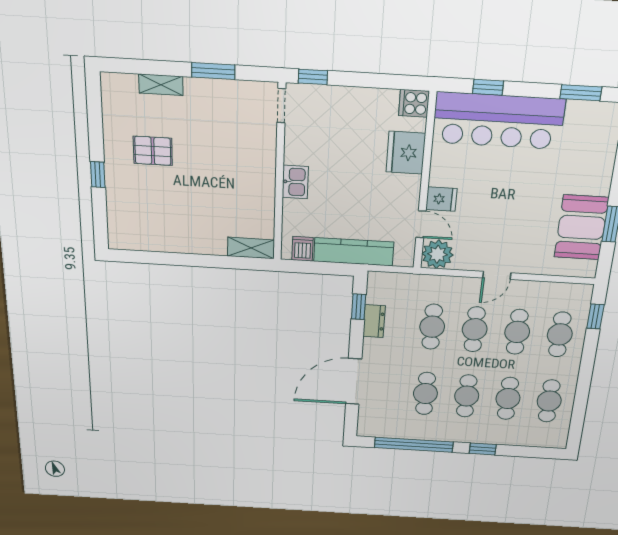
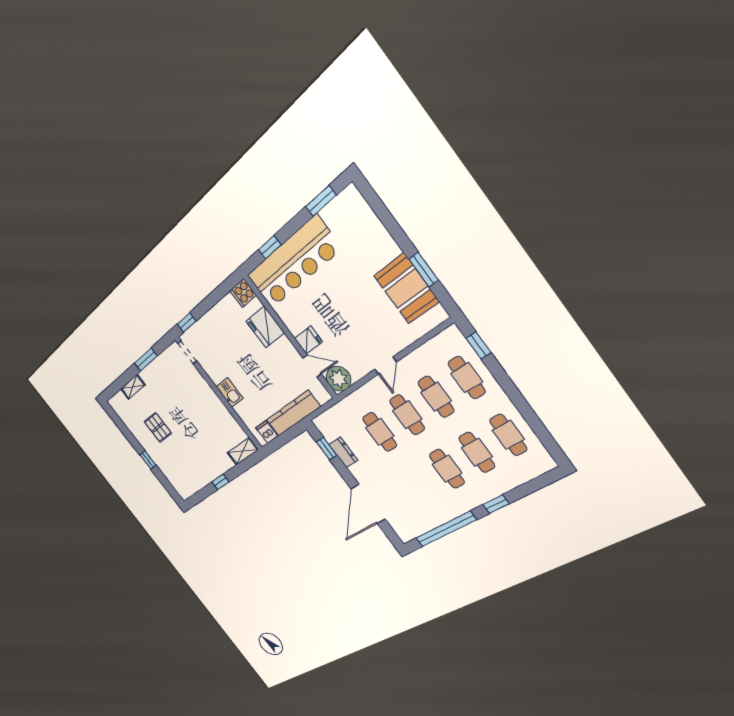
pallet: (153, 151) -> (158, 427), turned 90
window: (186, 260) -> (220, 482), added
cafe table: (425, 393) -> (419, 484), removed

